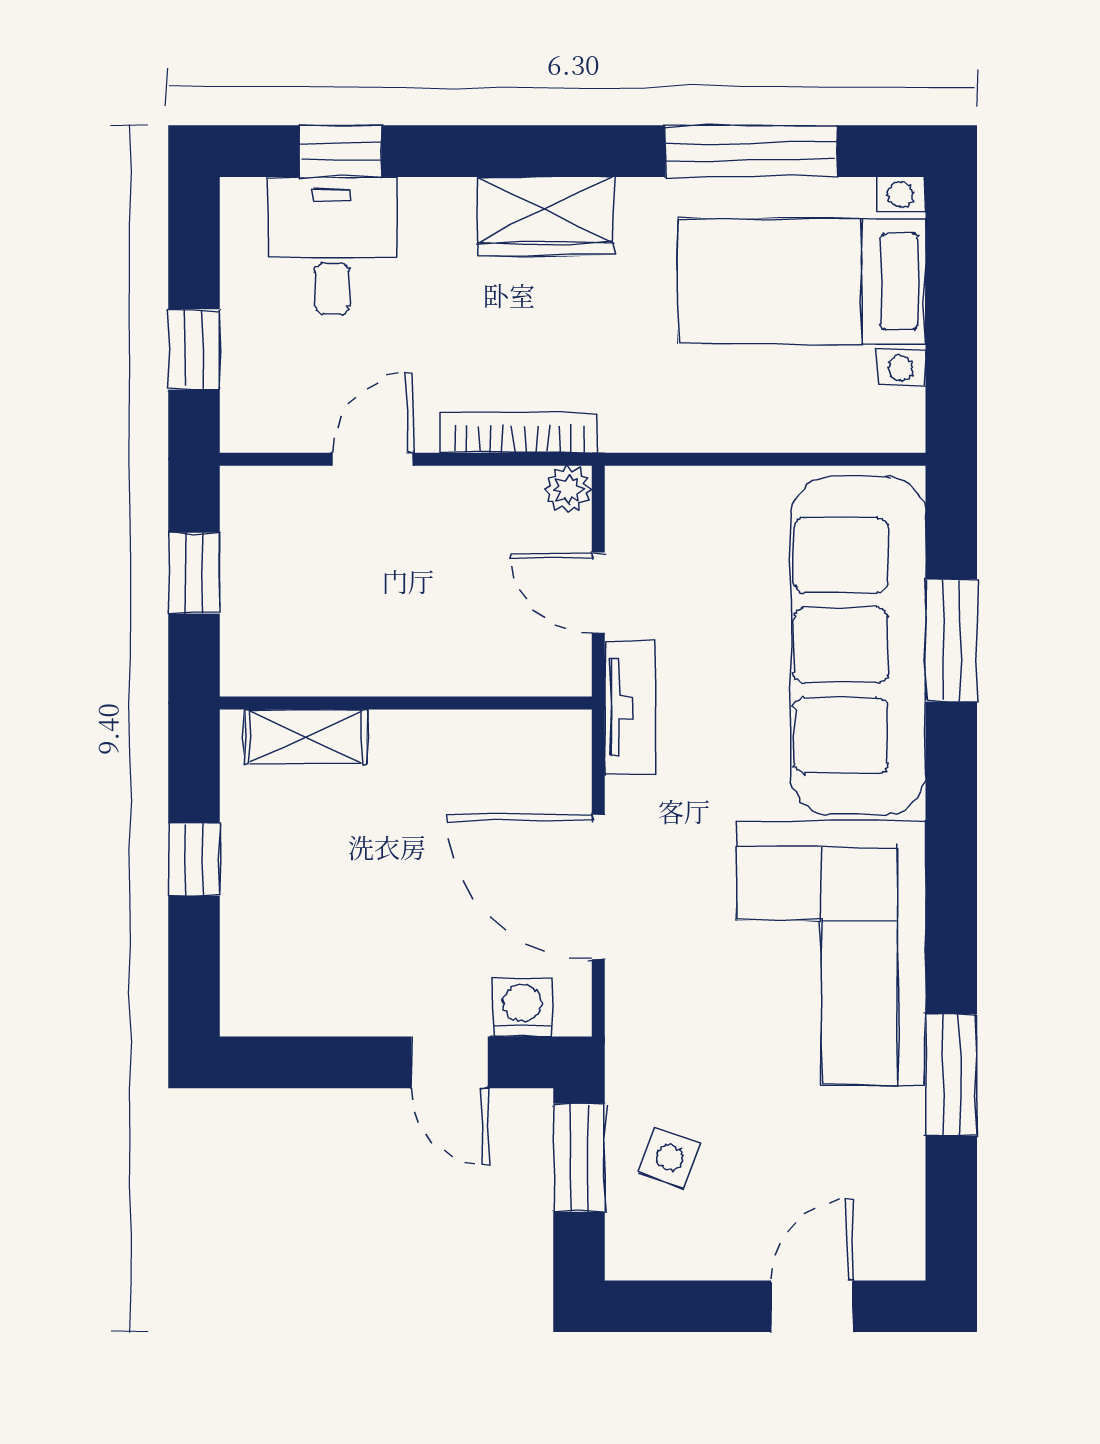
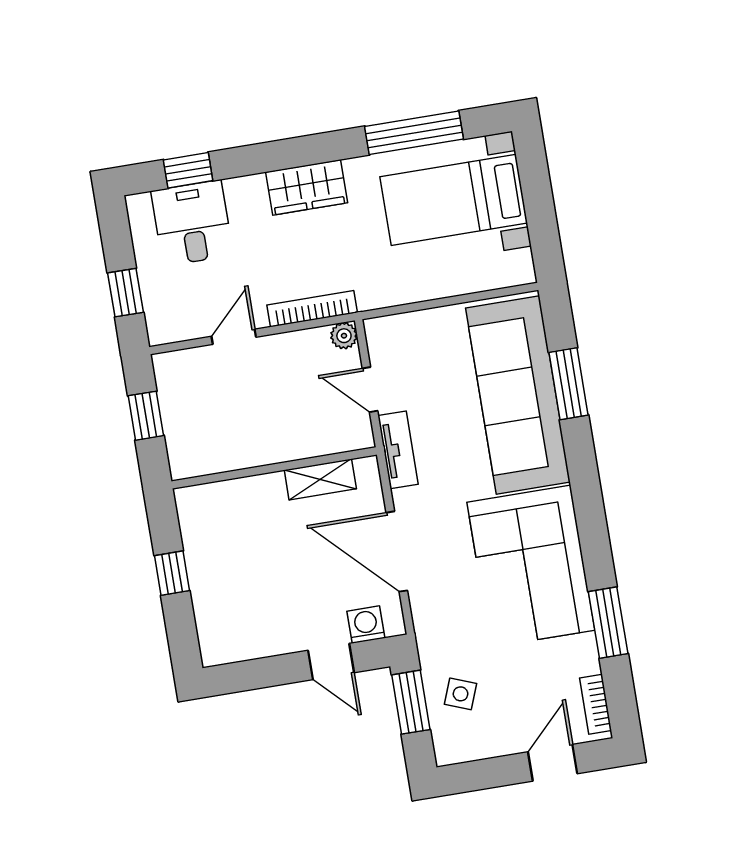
shelving: (305, 737) -> (320, 479), moved
bookcase: (905, 1215) -> (596, 704), added

